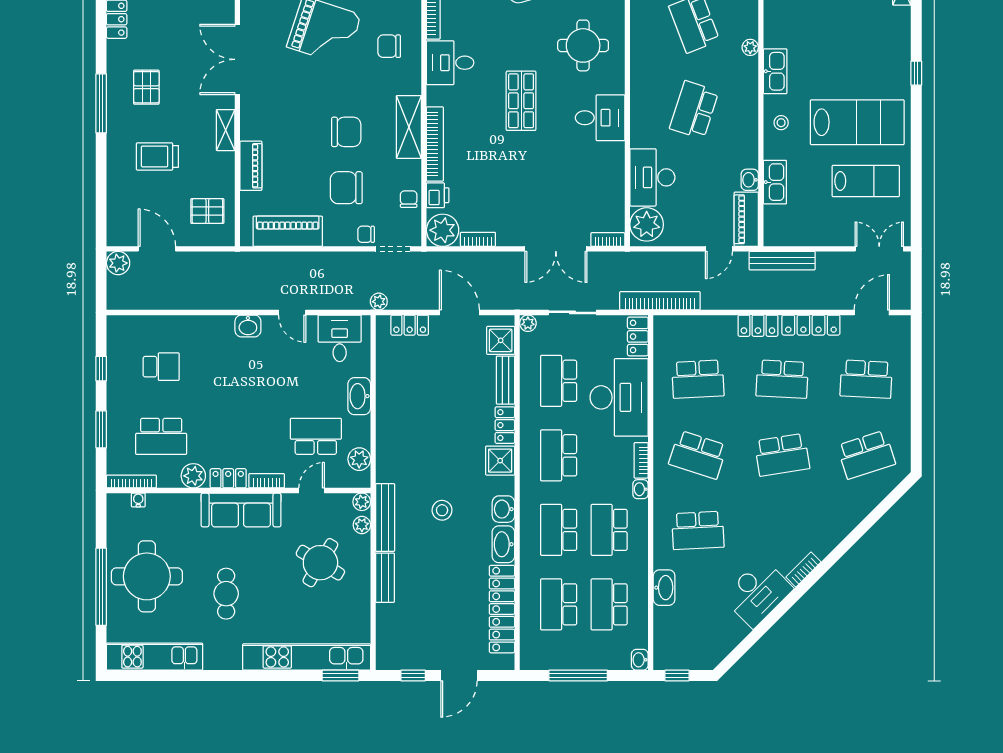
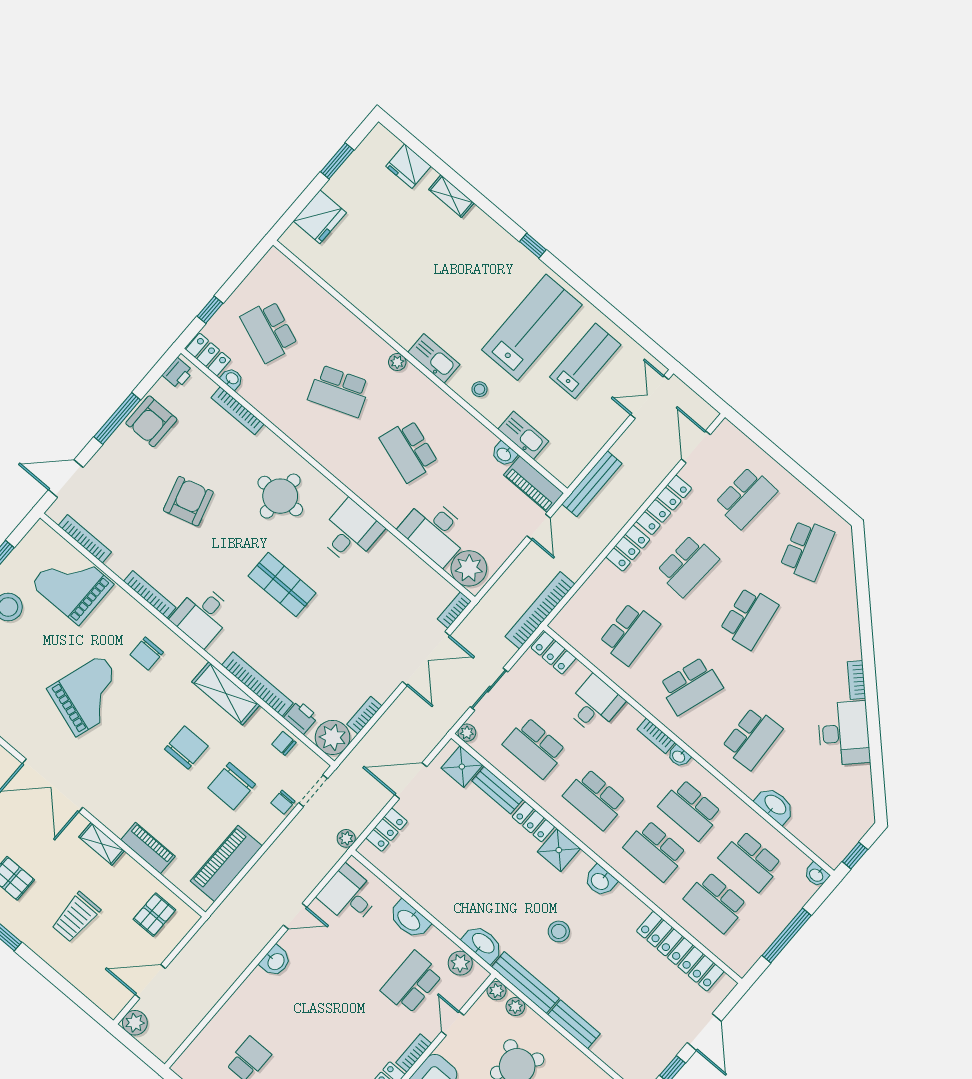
desk: (619, 397) -> (595, 705), width x0.53, depth x0.77
washbasin: (503, 544) -> (483, 944), moved, turned 180

